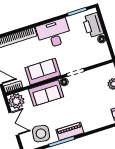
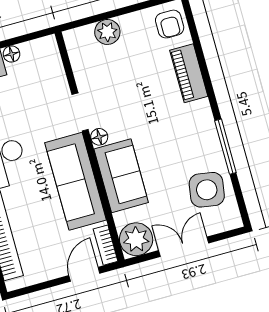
sofa: (43, 72) -> (76, 181), width x1.36
piano: (70, 131) -> (189, 73), moved

